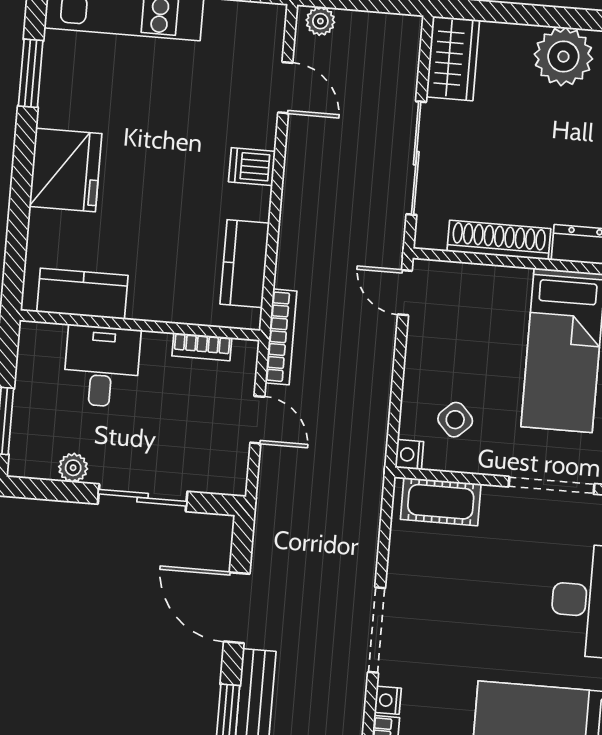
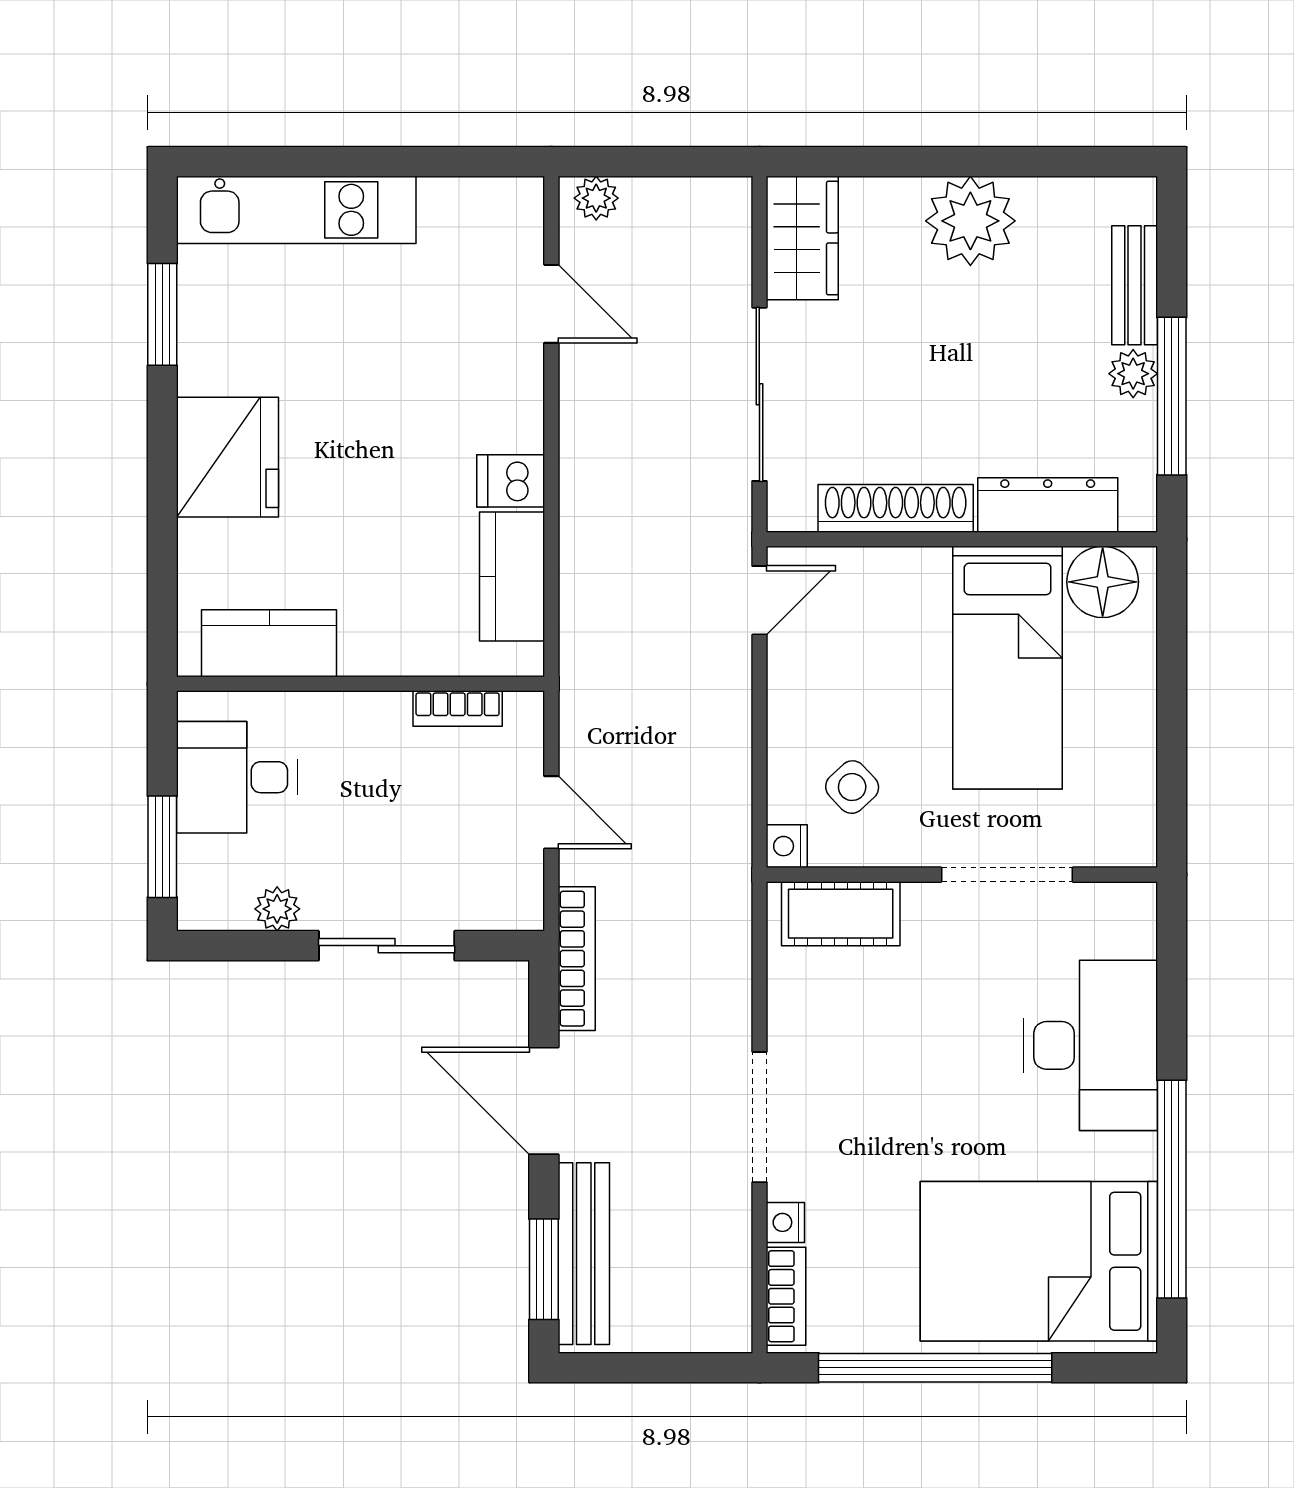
dishwasher: (252, 167) -> (511, 481), moved
door: (405, 293) -> (759, 600), swing flipped
bookcase: (281, 337) -> (577, 959), moved
desk: (102, 366) -> (237, 777), moved, turned -90

